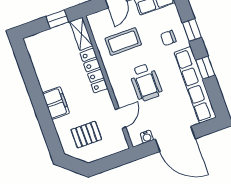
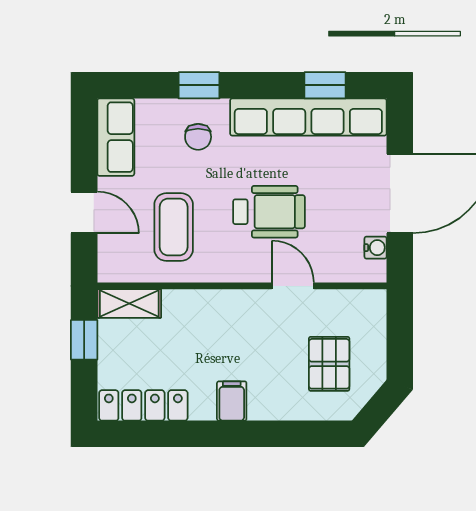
window: (205, 68) -> (325, 85), moved
locker: (94, 71) -> (143, 405), moved, turned 180
filing cabinet: (56, 103) -> (232, 401), width x0.50
door: (121, 118) -> (293, 286), moved

